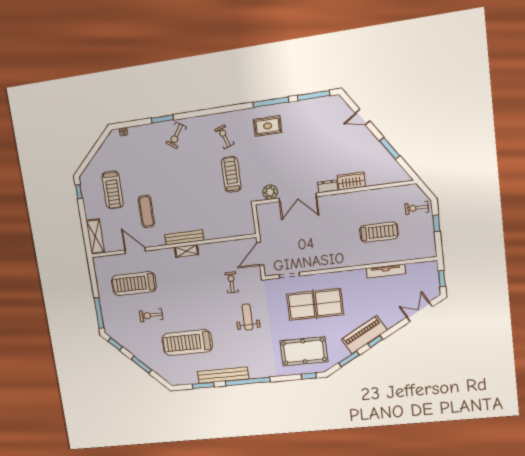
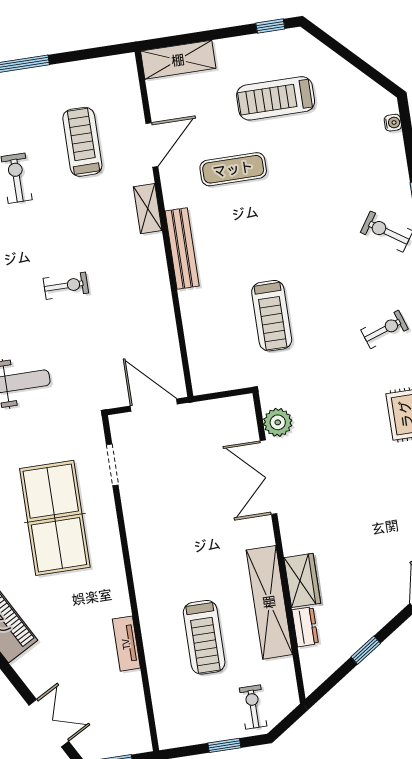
window: (390, 148) -> (366, 650), width x0.67
treadmill: (231, 174) -> (272, 316), moved, turned 90
dresser: (328, 186) -> (305, 627), moved
shelving: (362, 198) -> (269, 602), added
shelving: (187, 251) -> (148, 209), moved
tv unit: (386, 271) -> (126, 644), width x0.71
exercise bike: (232, 282) -> (66, 286), moved
treadmill: (134, 284) -> (82, 142), width x0.73, depth x0.73

